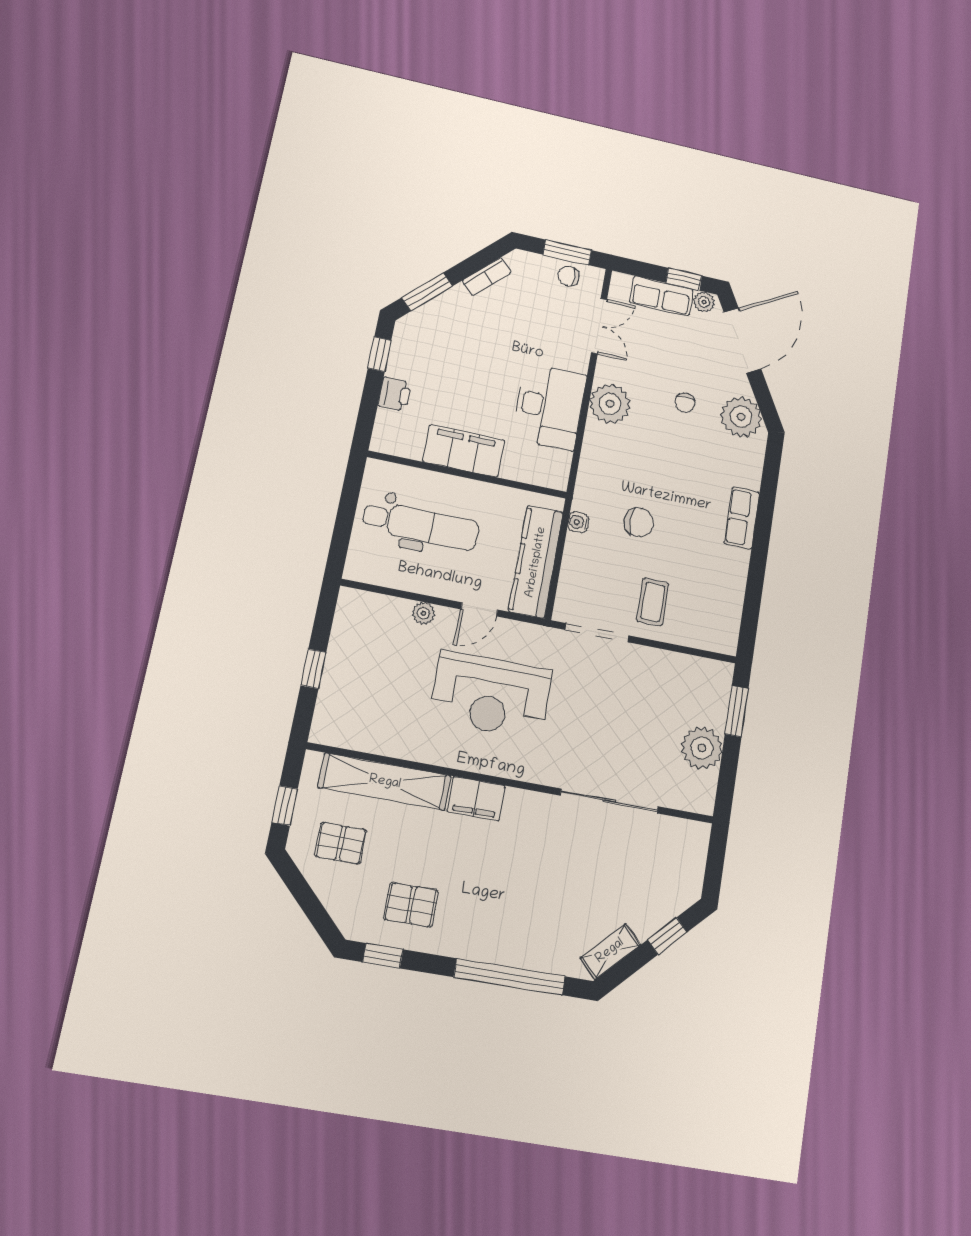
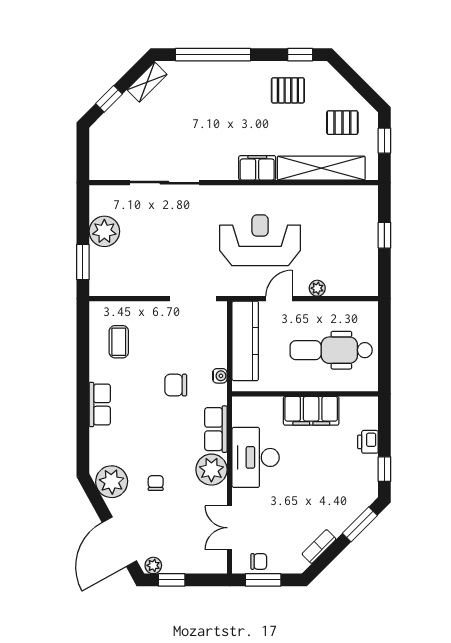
row of seats: (661, 296) -> (216, 429), moved, turned -90
coffee table: (653, 602) -> (119, 342), moved

